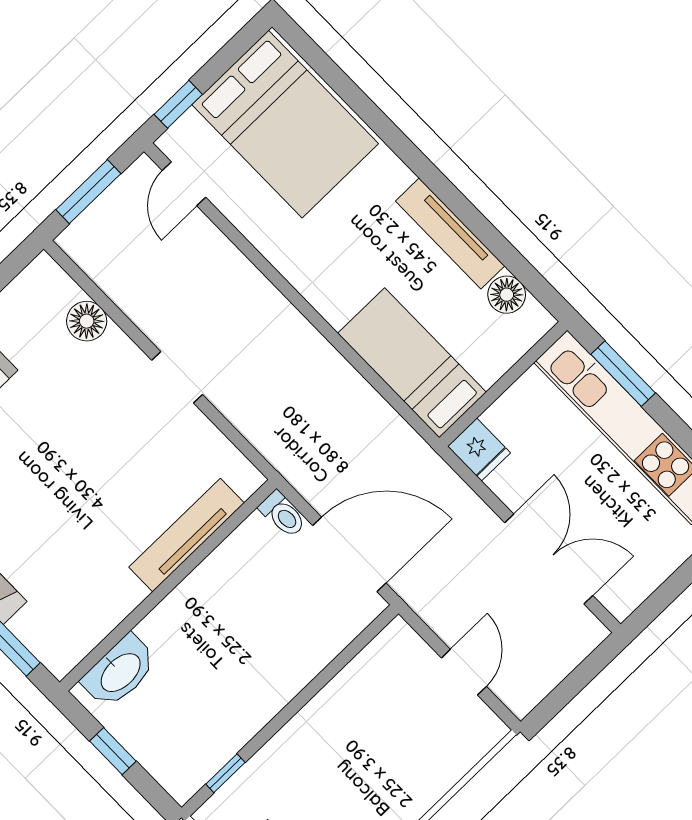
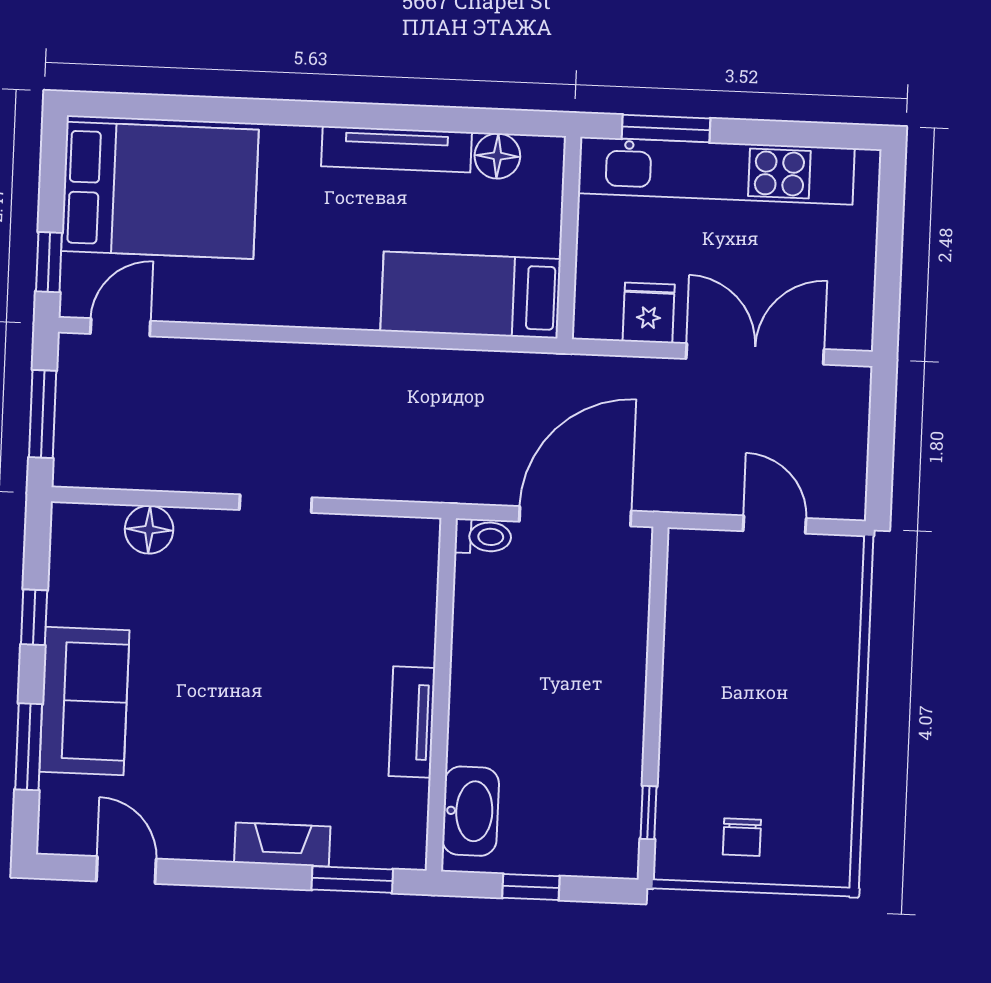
door: (184, 184) -> (120, 327), swing flipped
fridge: (479, 450) -> (649, 313), moved, turned -90
tv unit: (187, 535) -> (412, 722), moved, width x0.71

